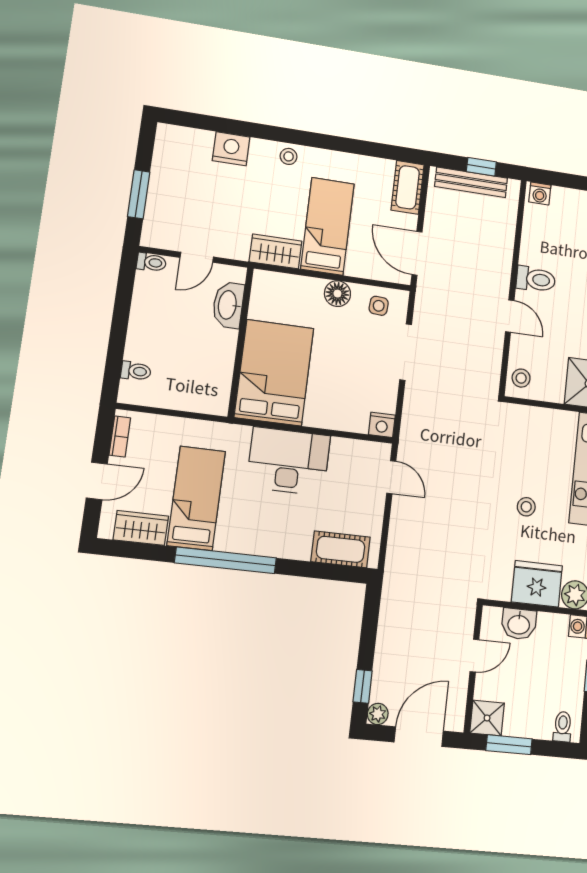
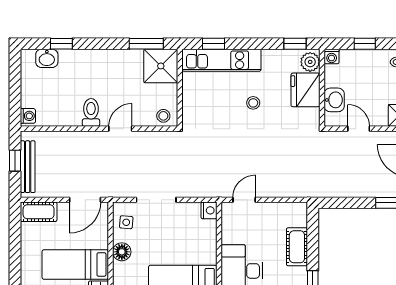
cot: (341, 549) -> (297, 247), moved

